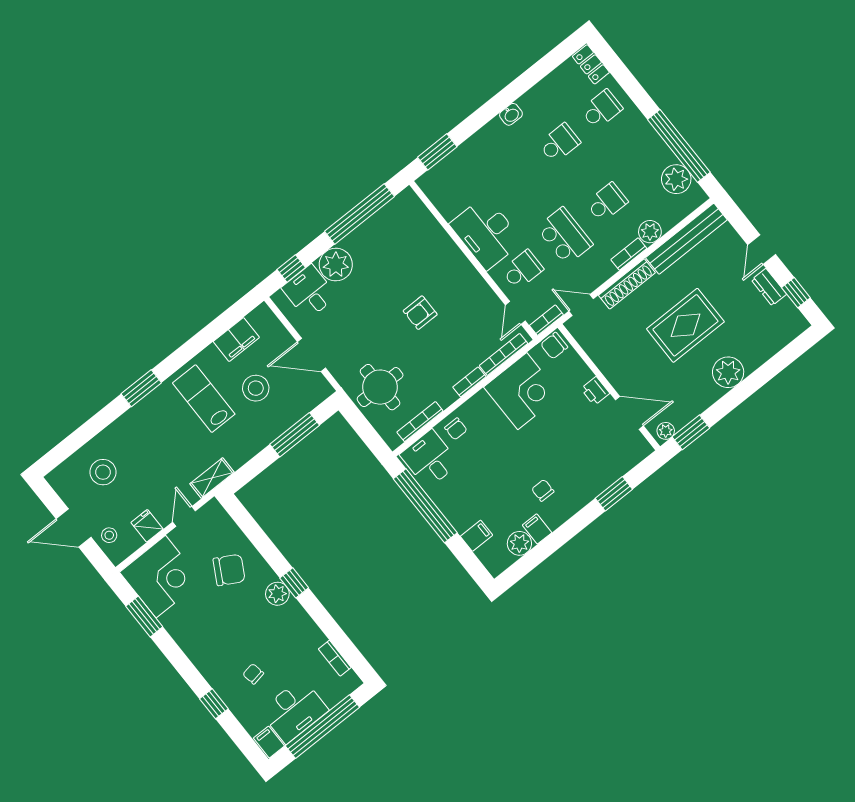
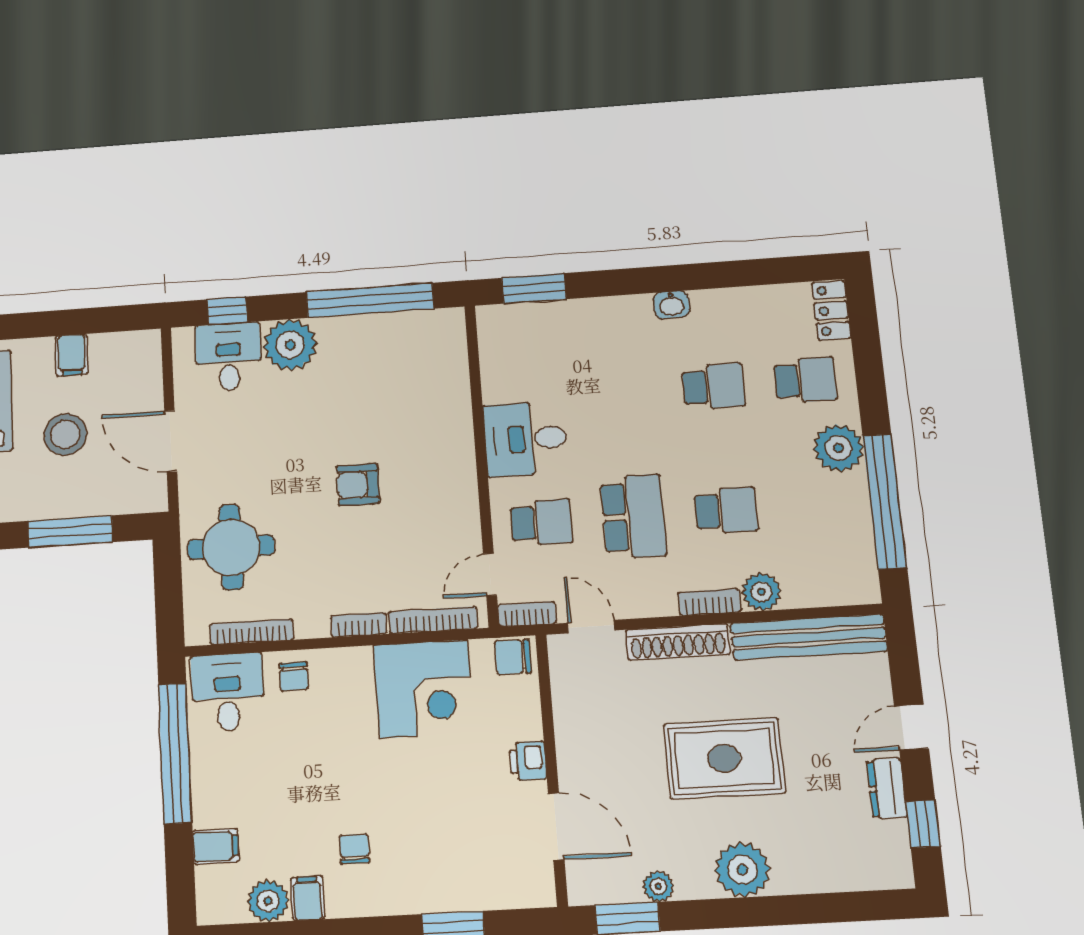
plant: (676, 179) -> (839, 448), moved
desk: (486, 233) -> (526, 439), width x0.73
filing cabinet: (236, 340) -> (72, 355), width x0.50
plant: (666, 431) -> (658, 886), moved

